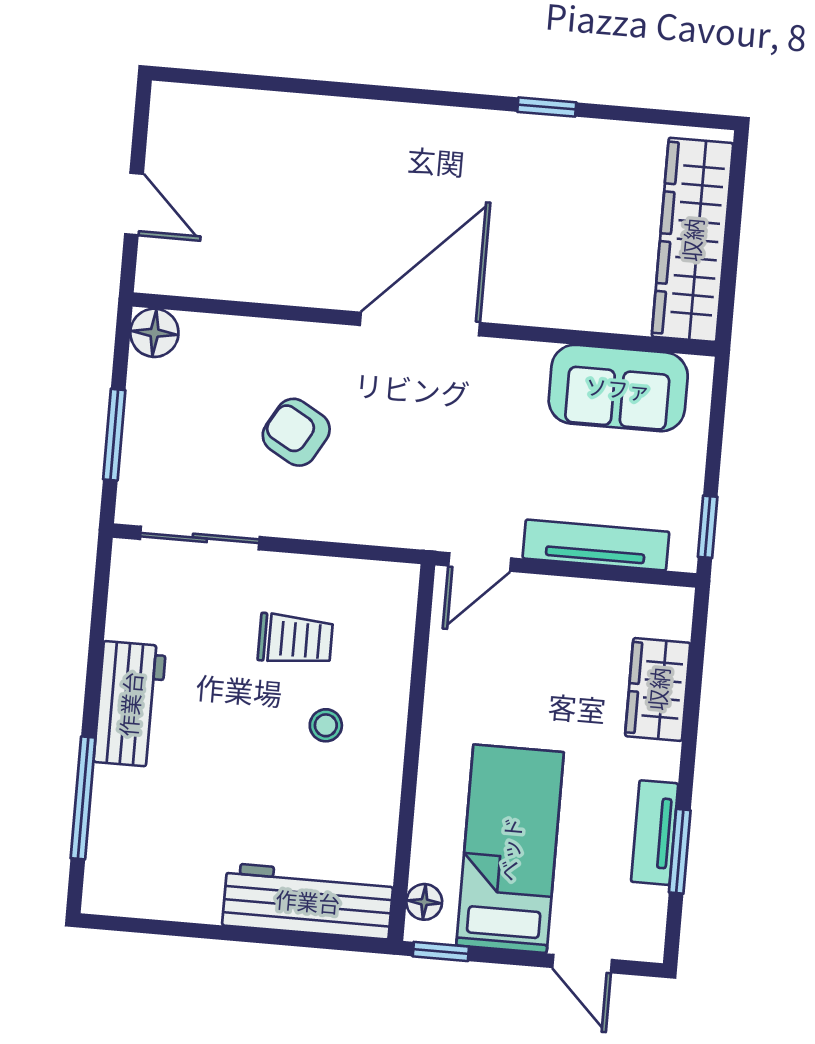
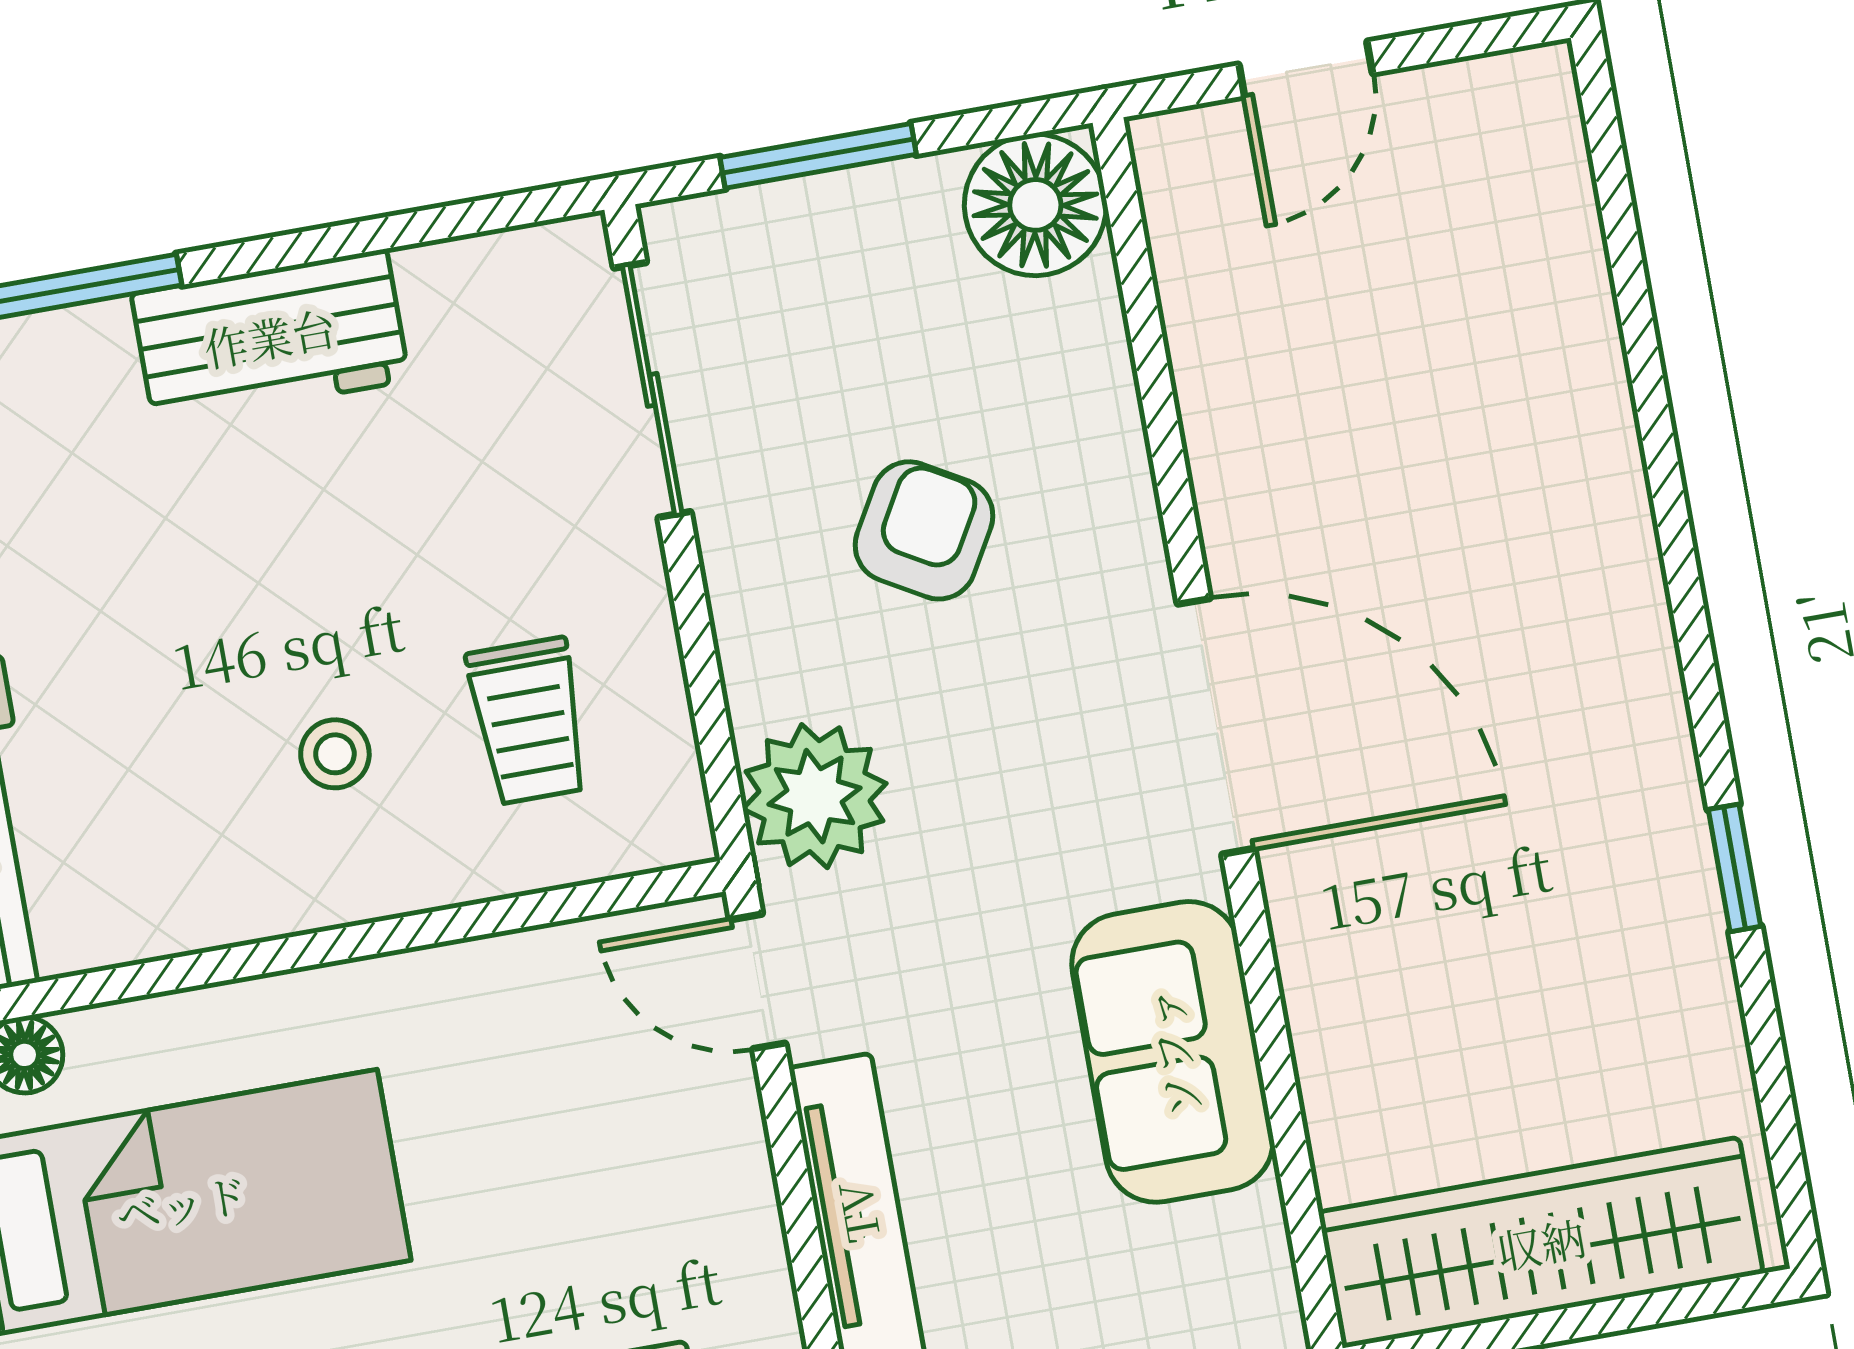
floor lamp: (154, 333) -> (1035, 205), width x1.38, depth x1.38
sofa: (618, 388) -> (1172, 1052), moved
plant: (403, 514) -> (814, 796), added
trolley: (295, 639) -> (528, 721), moved

